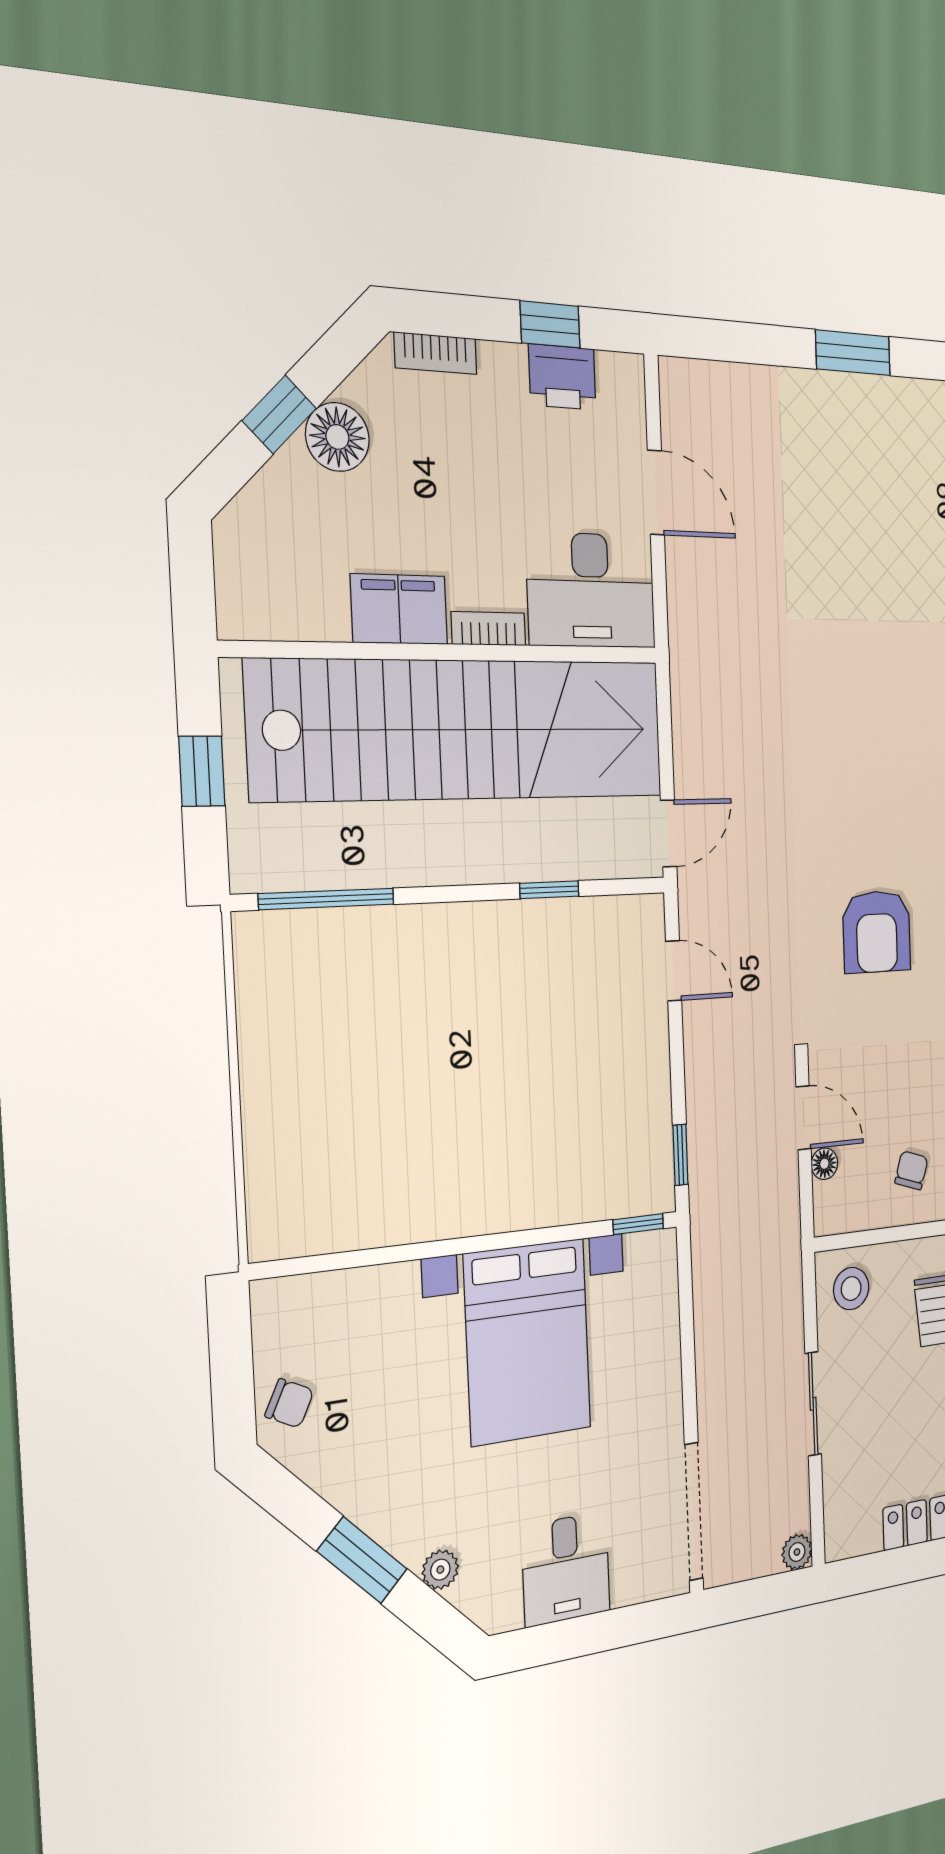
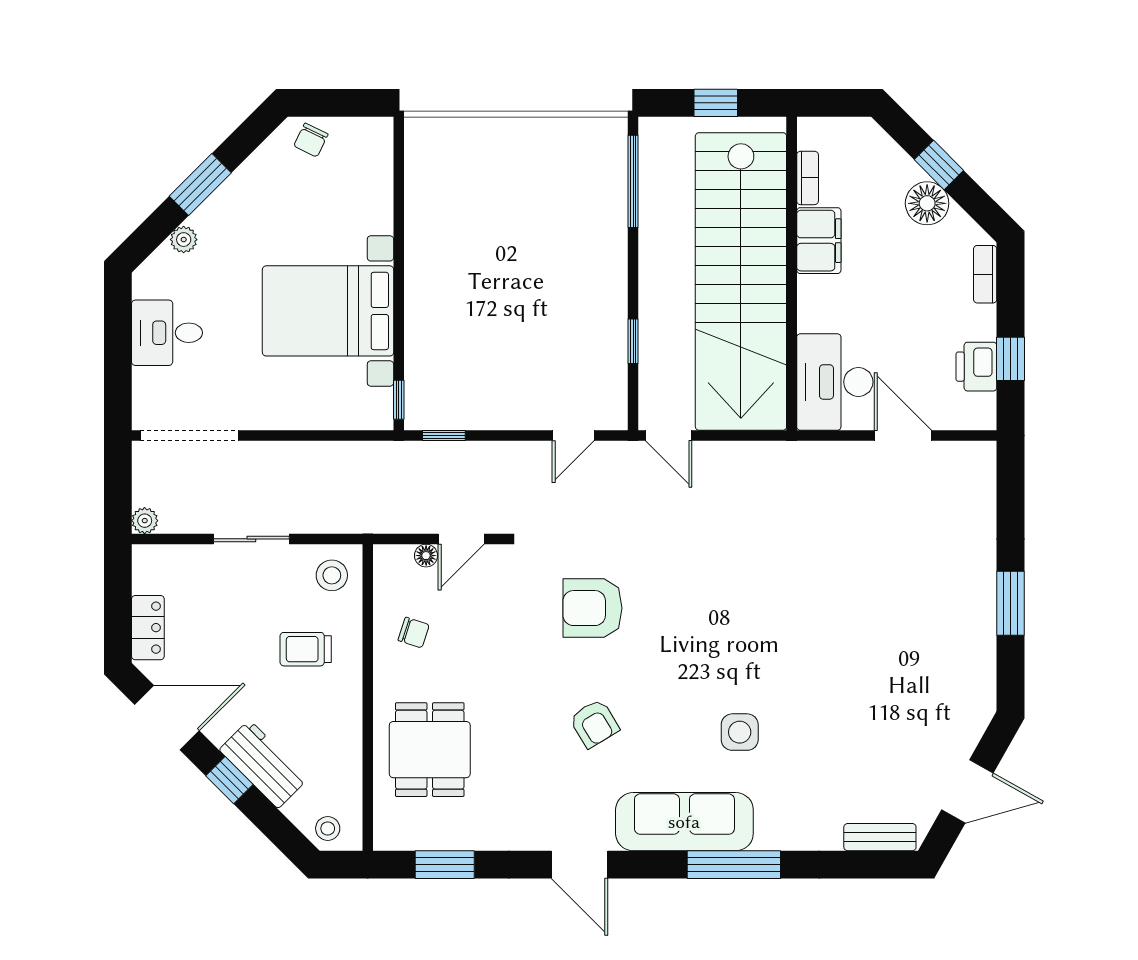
door: (656, 493) -> (903, 436), swing flipped
bookcase: (488, 629) -> (808, 178), moved

